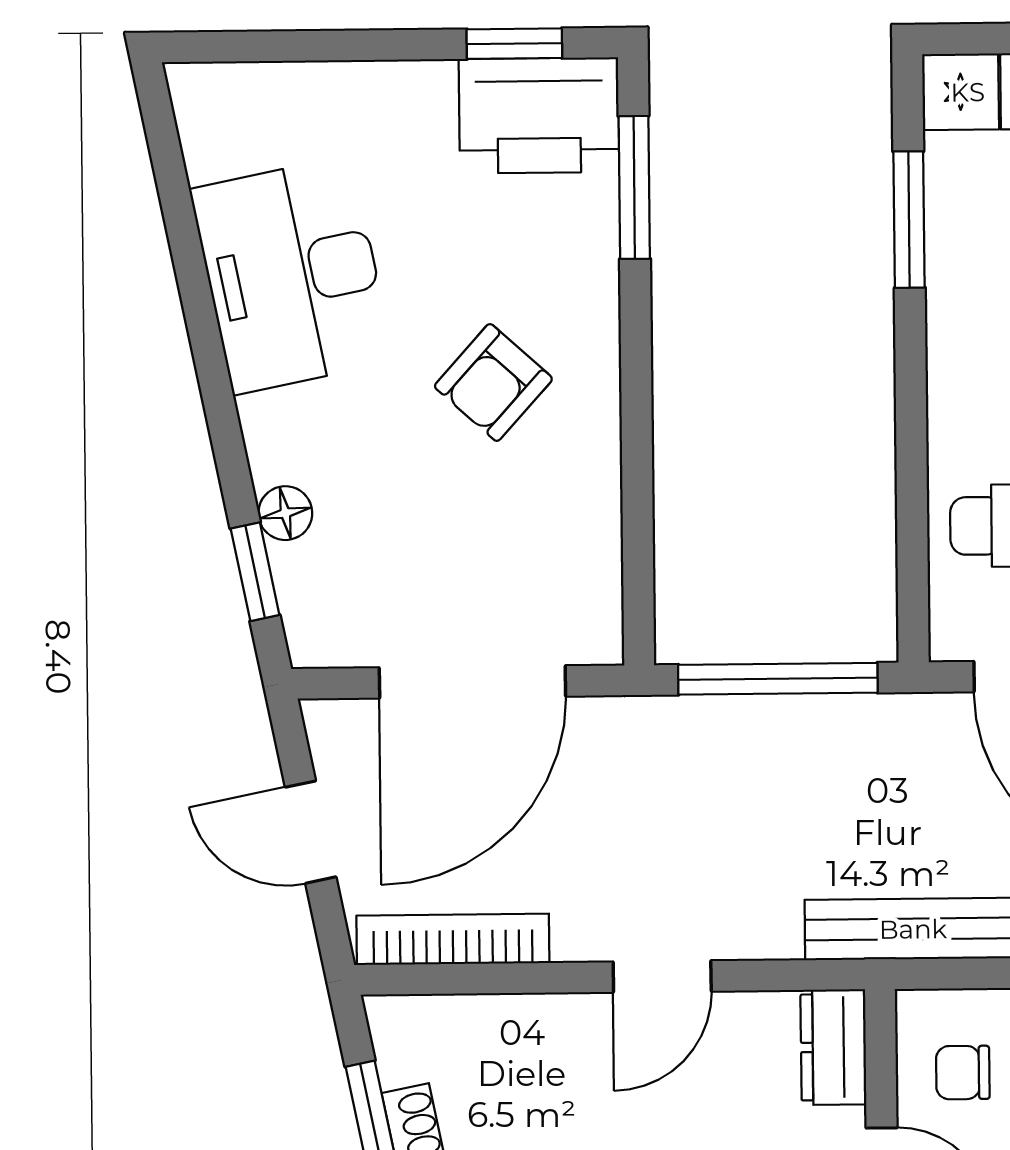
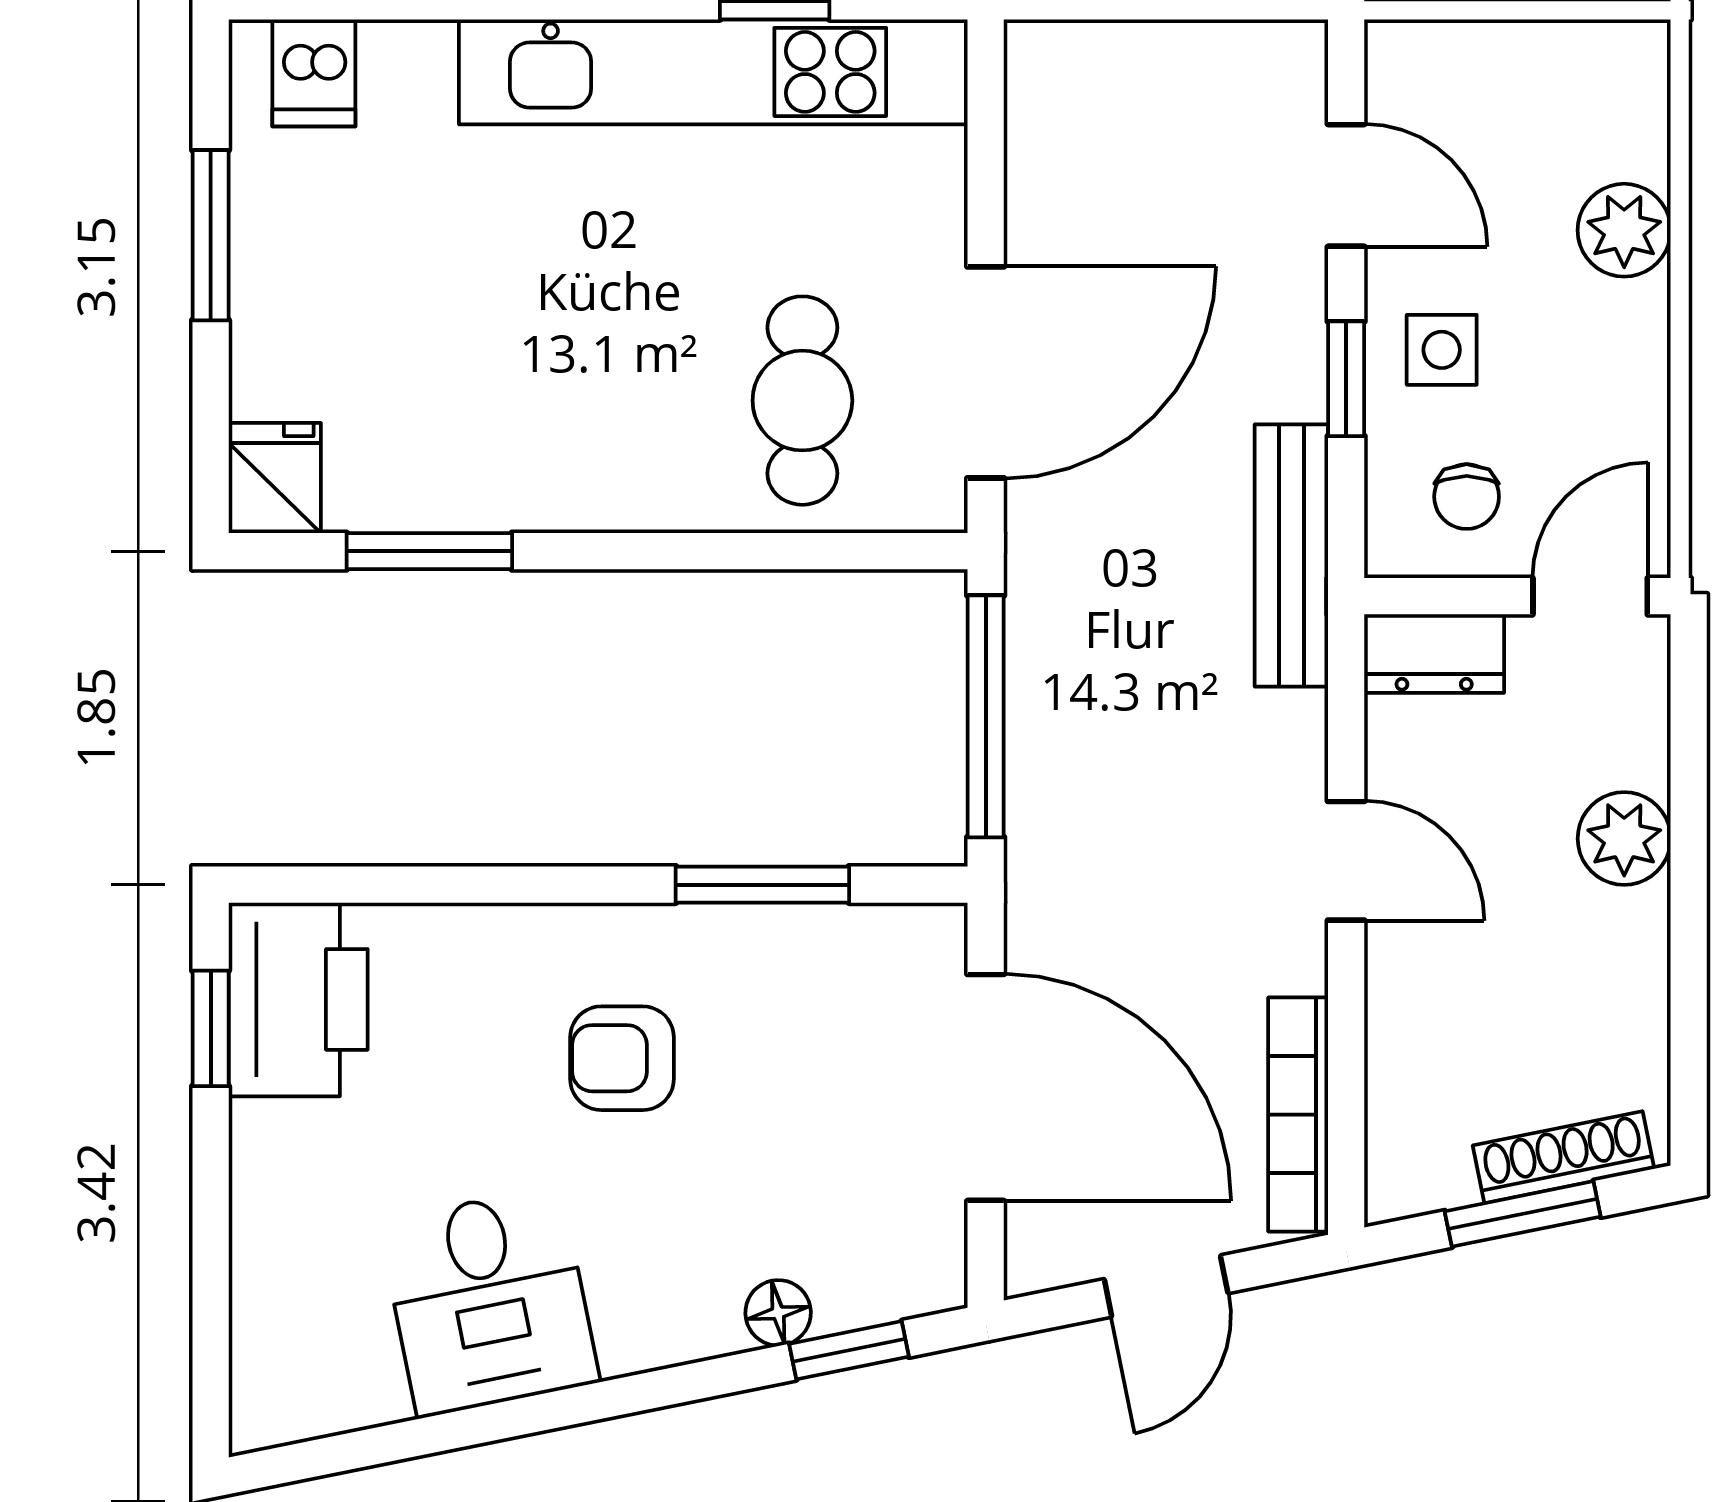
window: (634, 187) -> (762, 885), moved
desk: (292, 275) -> (489, 1302), width x0.73
armchair: (493, 382) -> (622, 1058), turned 138

